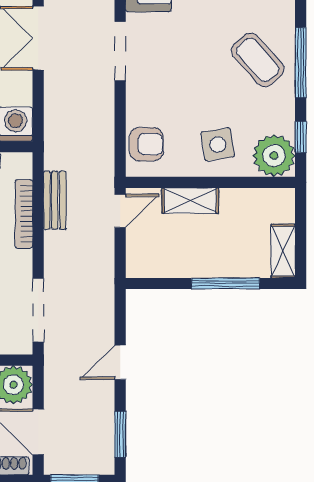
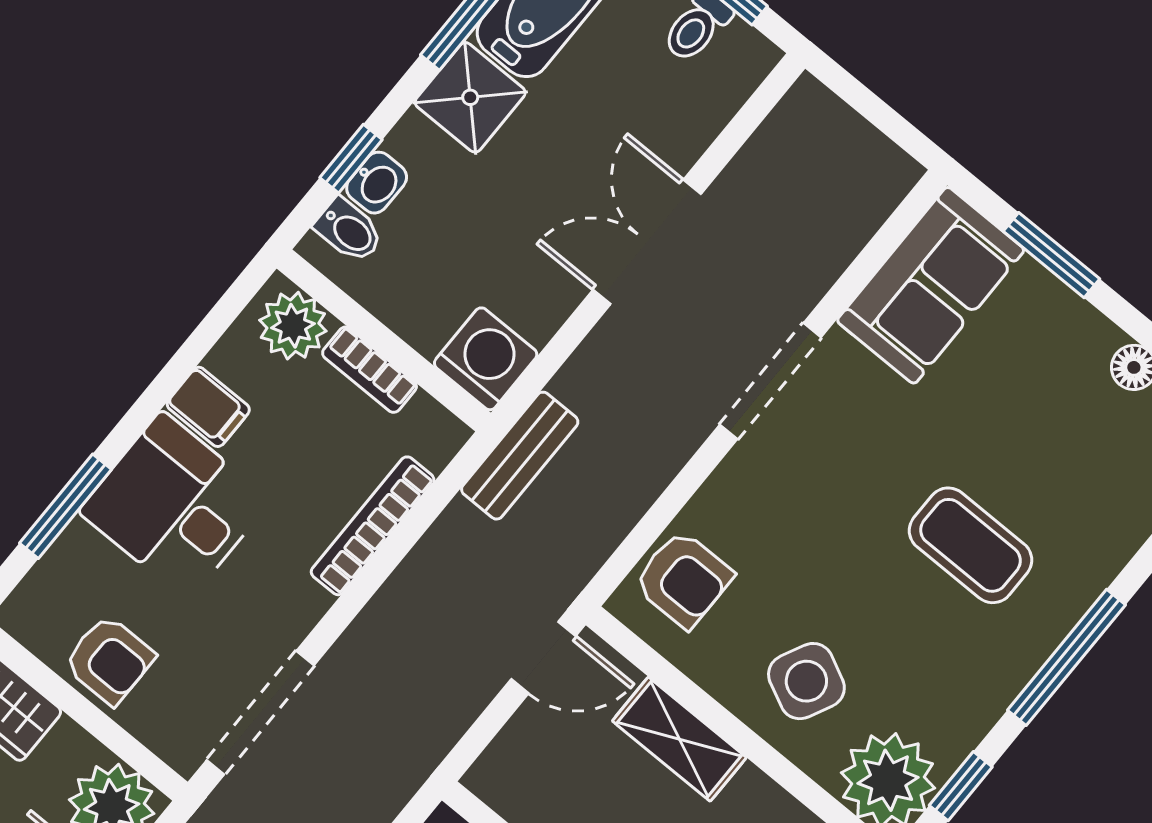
coffee table: (258, 60) -> (971, 545), moved, turned -48
side table: (218, 144) -> (806, 681), turned 35
bench: (55, 200) -> (520, 456), moved

